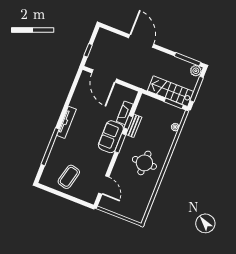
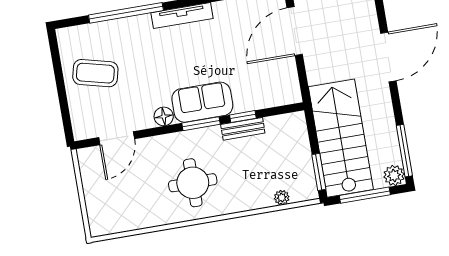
stairs: (170, 91) -> (341, 138), width x1.36, depth x1.51
fireplace: (125, 113) -> (255, 101), removed
floor lamp: (107, 158) -> (164, 116), added

